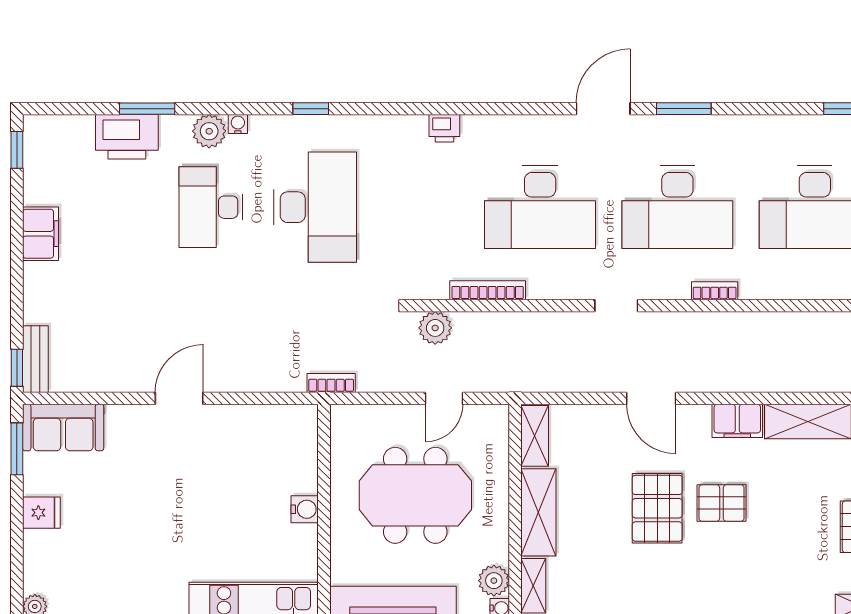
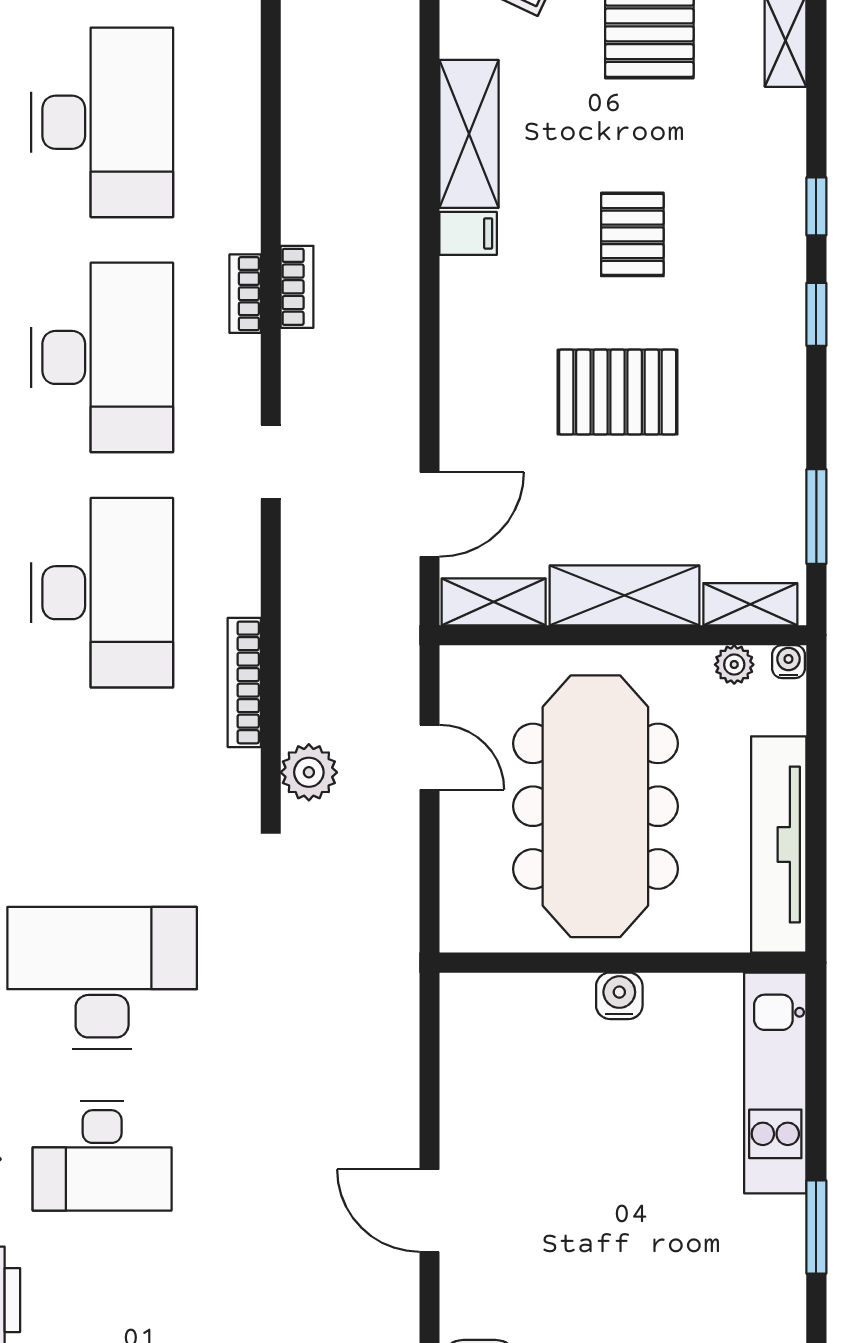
bookcase: (331, 383) -> (297, 287), moved, turned 180
door: (651, 398) -> (429, 514), moved
filing cabinet: (737, 421) -> (468, 233), width x0.50
meeting table: (415, 495) -> (595, 806), width x1.36
pallet: (721, 503) -> (632, 234), moved
plant: (494, 581) -> (734, 665), width x0.73, depth x0.73

